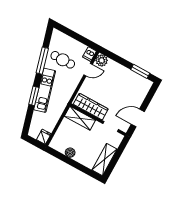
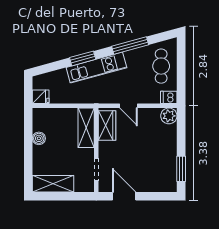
cafe table: (63, 60) -> (161, 66), moved
door: (88, 70) -> (129, 106), moved
wardrobe: (91, 107) -> (107, 125), width x0.67

